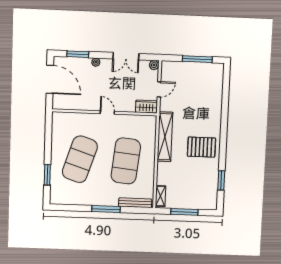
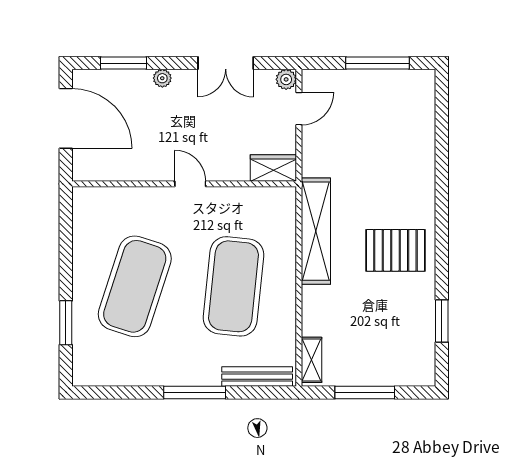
door: (159, 89) -> (299, 109), moved

